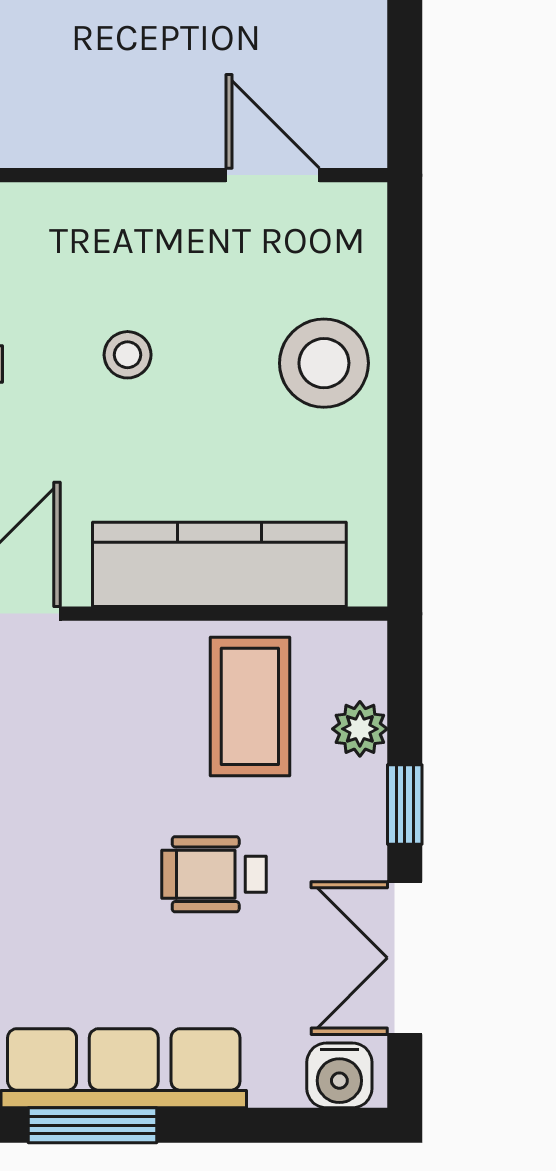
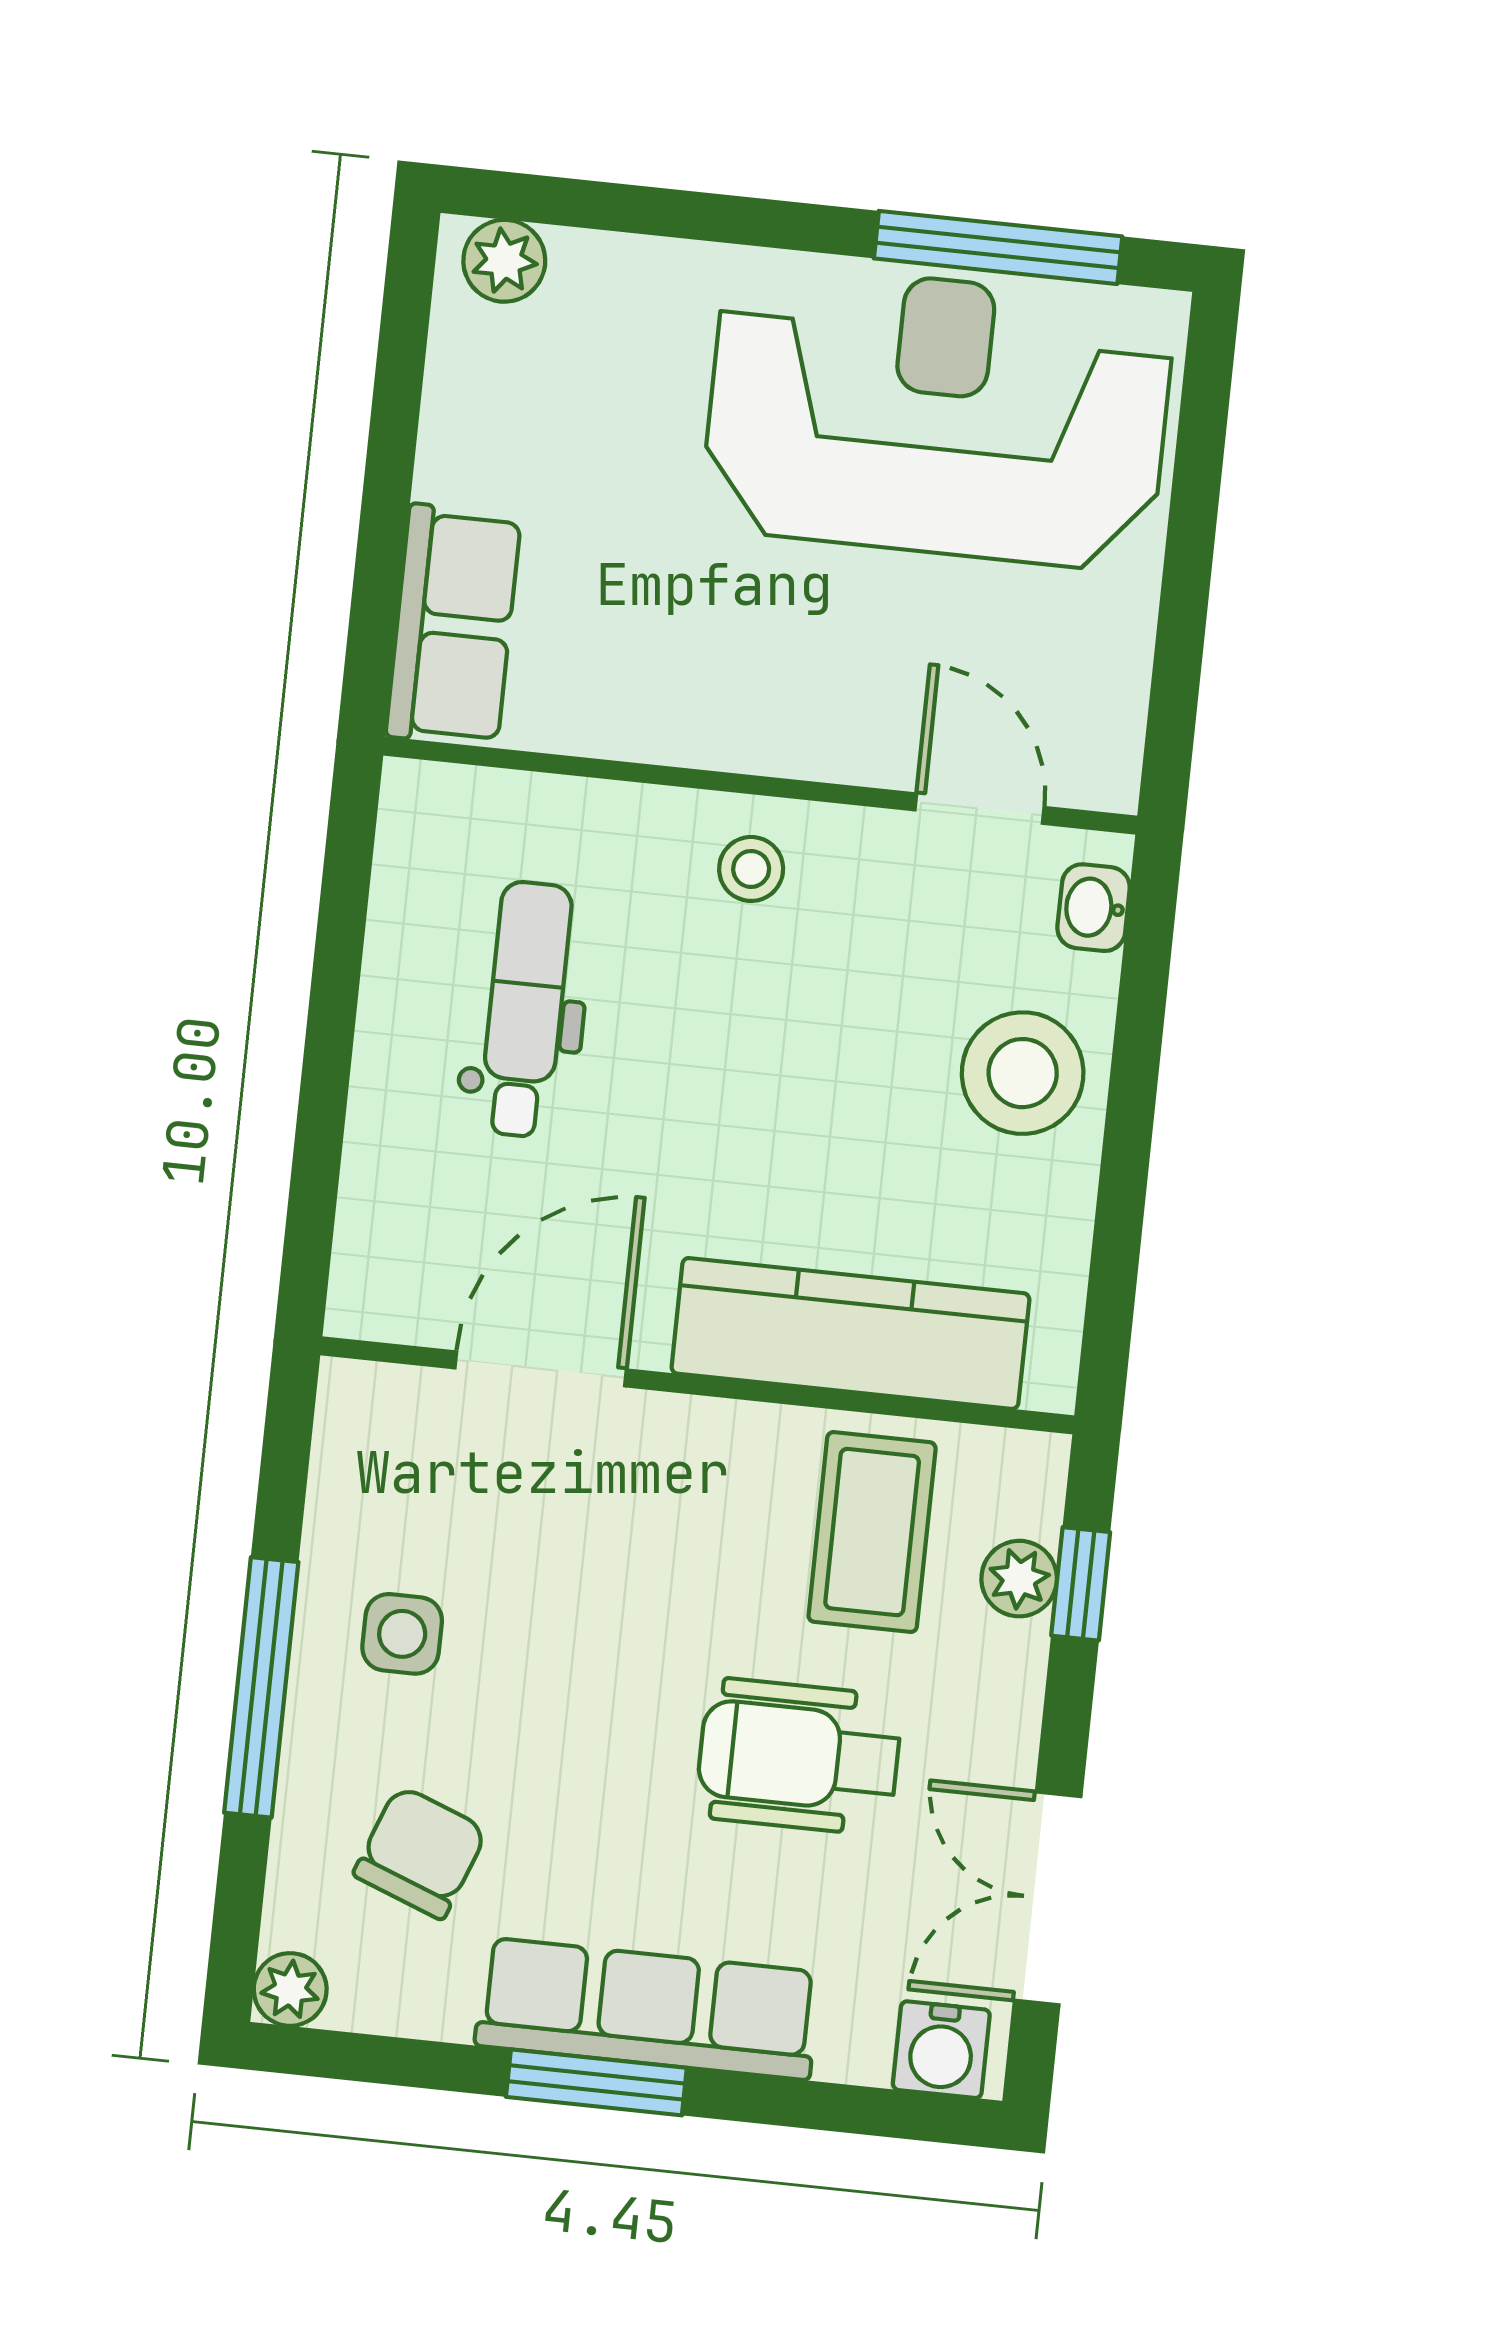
washbasin: (363, 238) -> (1094, 908), added
stool: (128, 355) -> (751, 869), moved
window: (405, 804) -> (1081, 1584), moved
wheelchair: (214, 874) -> (799, 1756), width x1.36, depth x1.37

